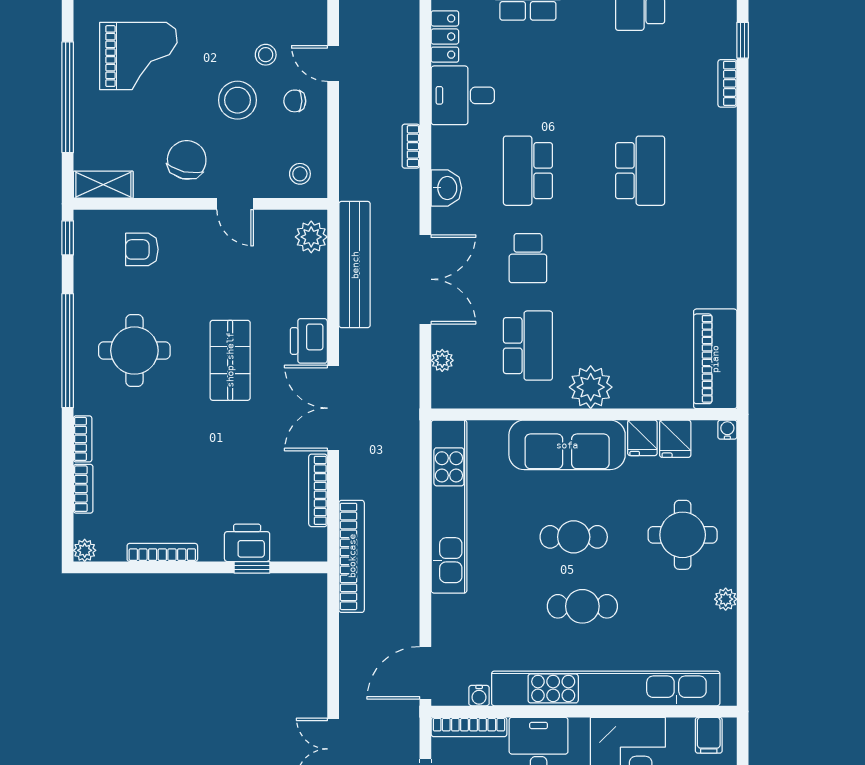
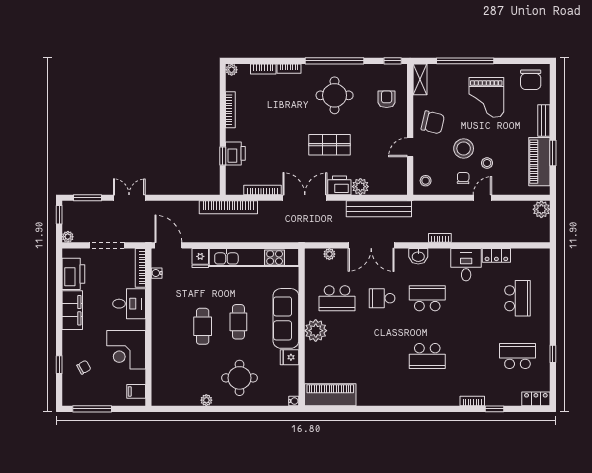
plant: (311, 237) -> (360, 187), moved
fridge: (675, 439) -> (200, 258), moved, turned -90
kitchen unit: (606, 688) -> (160, 338), removed

